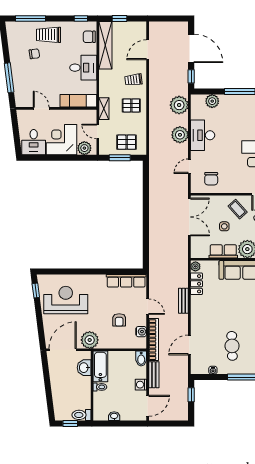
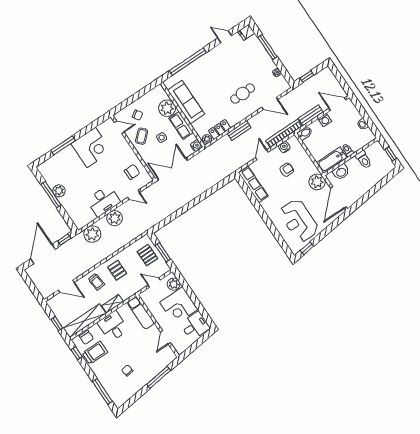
trolley: (49, 35) -> (95, 353), moved, turned -90
plant: (212, 101) -> (59, 191), moved
shelving: (104, 109) -> (113, 304), moved
door: (98, 131) -> (154, 282), swing flipped
water cooler: (196, 253) -> (196, 146), added
cafe table: (232, 346) -> (243, 94), moved
door: (63, 350) -> (338, 198), hinge flipped
toilet: (81, 415) -> (364, 160), moved

